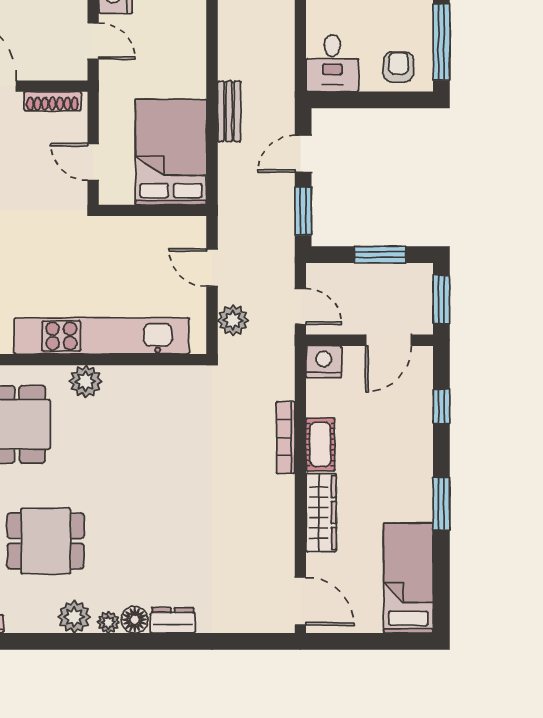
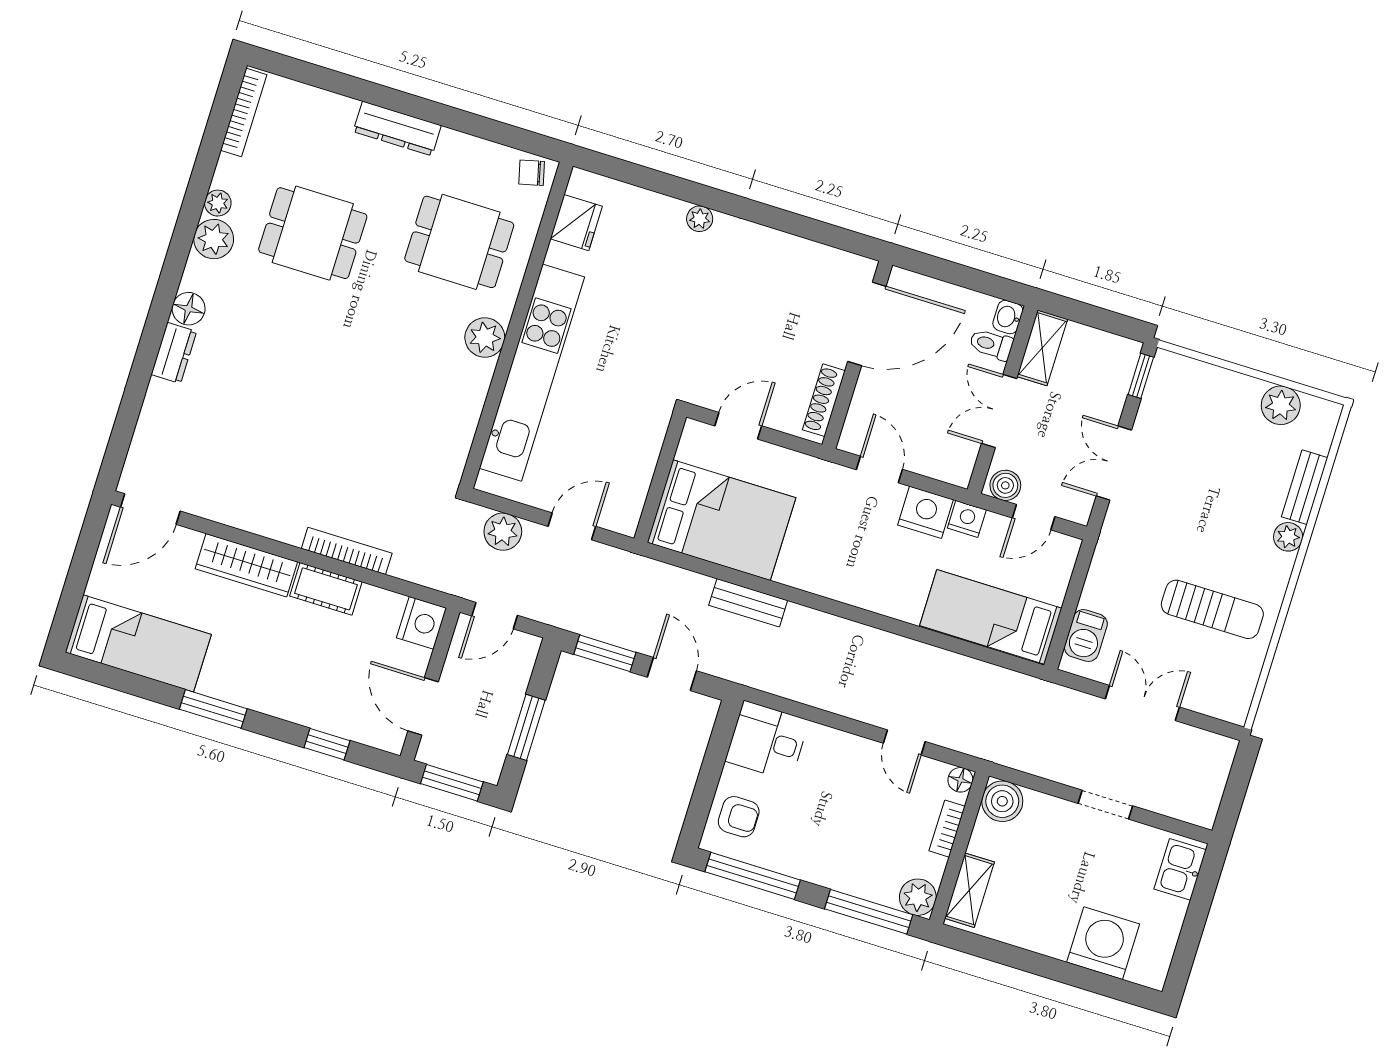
door: (93, 41) -> (879, 469), swing flipped
dining table: (46, 541) -> (313, 233), turned 90
plant: (108, 622) -> (218, 203), moved

